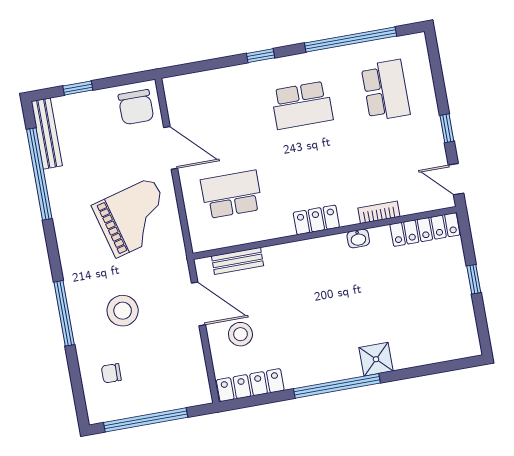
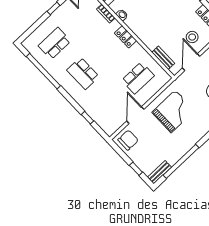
window: (261, 56) -> (87, 118), moved
school desk: (302, 105) -> (83, 73), turned 180
bench: (47, 134) -> (159, 172), width x0.73
school desk: (232, 194) -> (138, 78), turned -90
grand piano: (134, 218) -> (173, 111), turned 105

